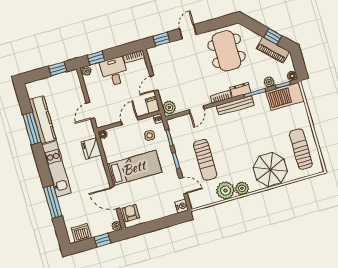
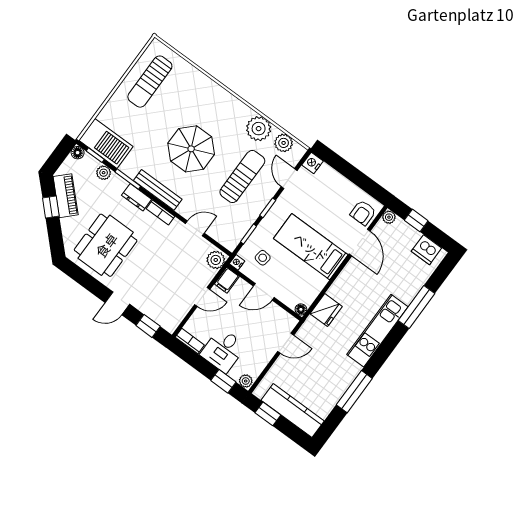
kitchen counter: (43, 120) -> (293, 411), moved, turned 90
parasol: (270, 169) -> (191, 149), moved
plant: (242, 188) -> (284, 143), moved

